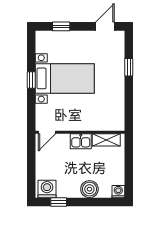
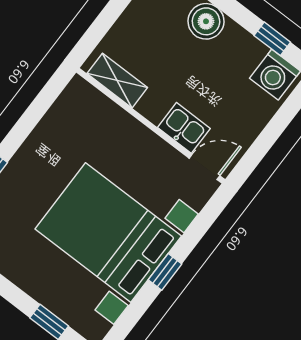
bed with nightstands: (65, 78) -> (108, 233), width x1.36
kitchen sink: (81, 141) -> (184, 128), moved

